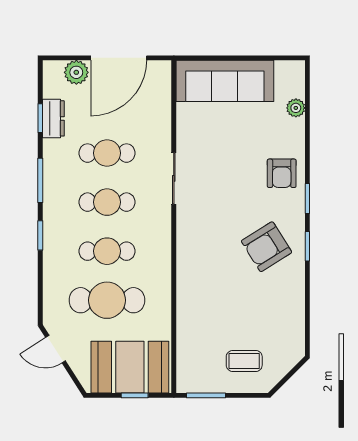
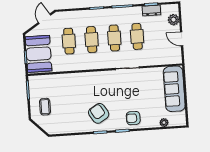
door: (119, 58) -> (182, 39), width x0.53
cafe table: (107, 300) -> (69, 41), width x0.73, depth x0.74

